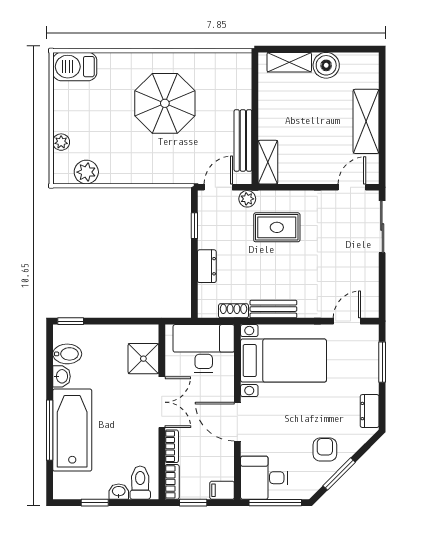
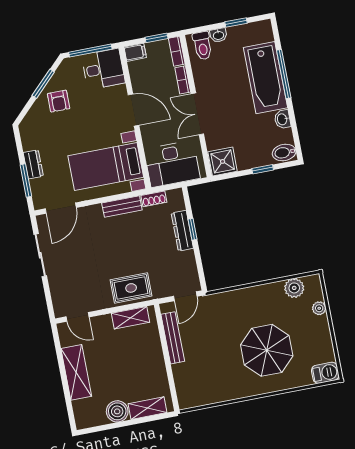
barbecue: (75, 67) -> (325, 373), width x0.73, depth x0.79
parasol: (165, 103) -> (267, 350), moved
shelving: (268, 162) -> (130, 318), moved, turned 90
door: (352, 187) -> (77, 317), hinge flipped
plant: (247, 199) -> (160, 291), removed
window: (194, 226) -> (193, 229), moved
rug: (277, 227) -> (131, 288), moved
sliding door: (382, 227) -> (40, 255), moved
dresser: (207, 266) -> (182, 231), width x1.44
window: (71, 321) -> (263, 169), moved
door: (347, 321) -> (61, 208), width x1.38
bidet: (67, 354) -> (284, 152), moved
shower: (143, 359) -> (223, 161), moved
dresser: (370, 411) -> (33, 164), moved

